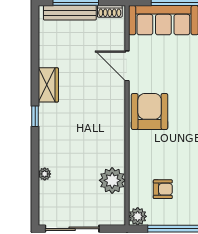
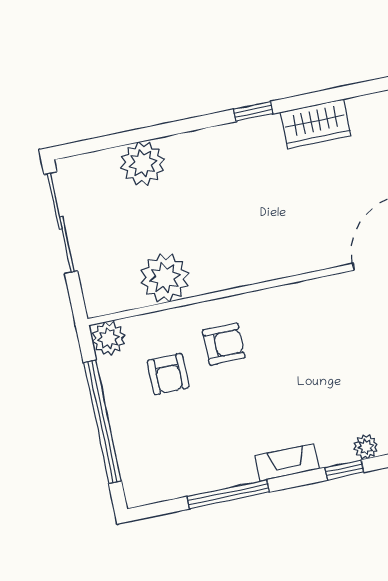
armchair: (150, 111) -> (224, 344), moved, width x0.53, depth x0.53
plant: (45, 174) -> (143, 163), width x1.88, depth x1.88

